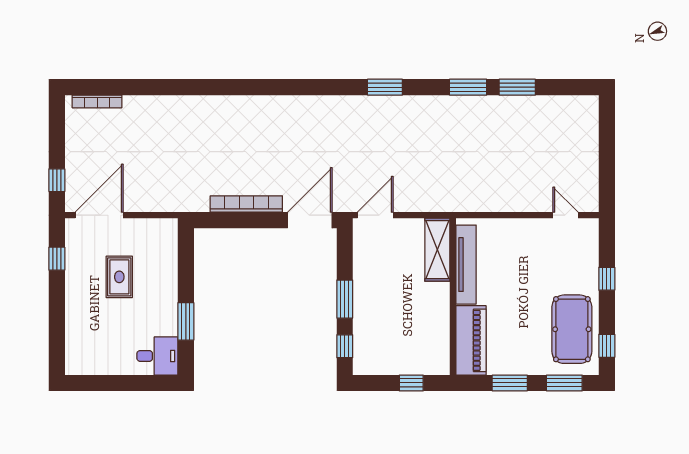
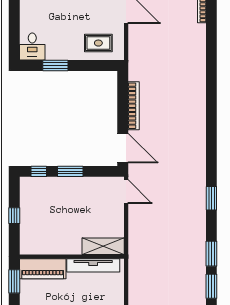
shelving: (437, 250) -> (103, 246), moved
tv unit: (466, 265) -> (93, 265), moved
rug: (119, 277) -> (98, 43), moved
wall: (453, 297) -> (72, 257), moved
piano: (471, 340) -> (43, 269), moved

